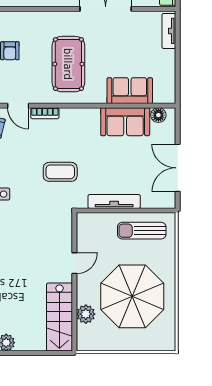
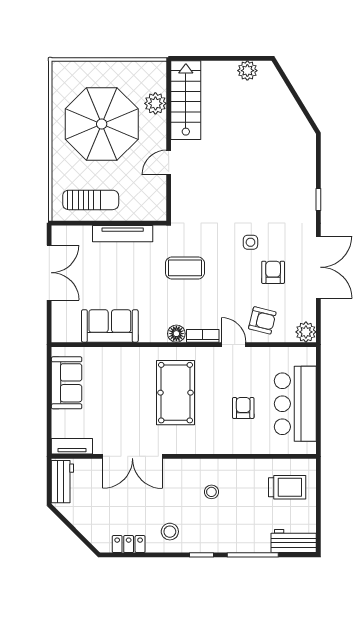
tv unit: (169, 31) -> (72, 446), moved, turned -90
sofa: (130, 91) -> (67, 383), moved, turned -90
floor lamp: (158, 115) -> (176, 334), moved

